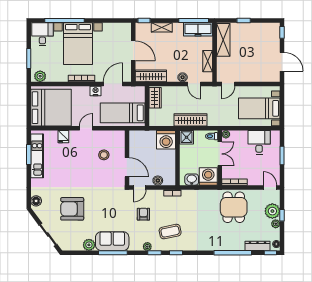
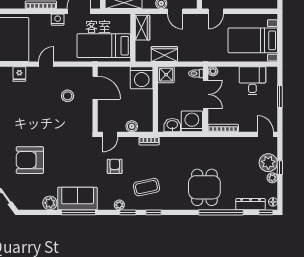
wardrobe: (155, 98) -> (143, 28), moved
wall: (147, 106) -> (133, 38), moved
bed: (123, 113) -> (104, 46), moved
wardrobe: (191, 120) -> (164, 54), width x0.67
door: (127, 167) -> (95, 88), moved
dining table: (234, 207) -> (204, 187), moved

